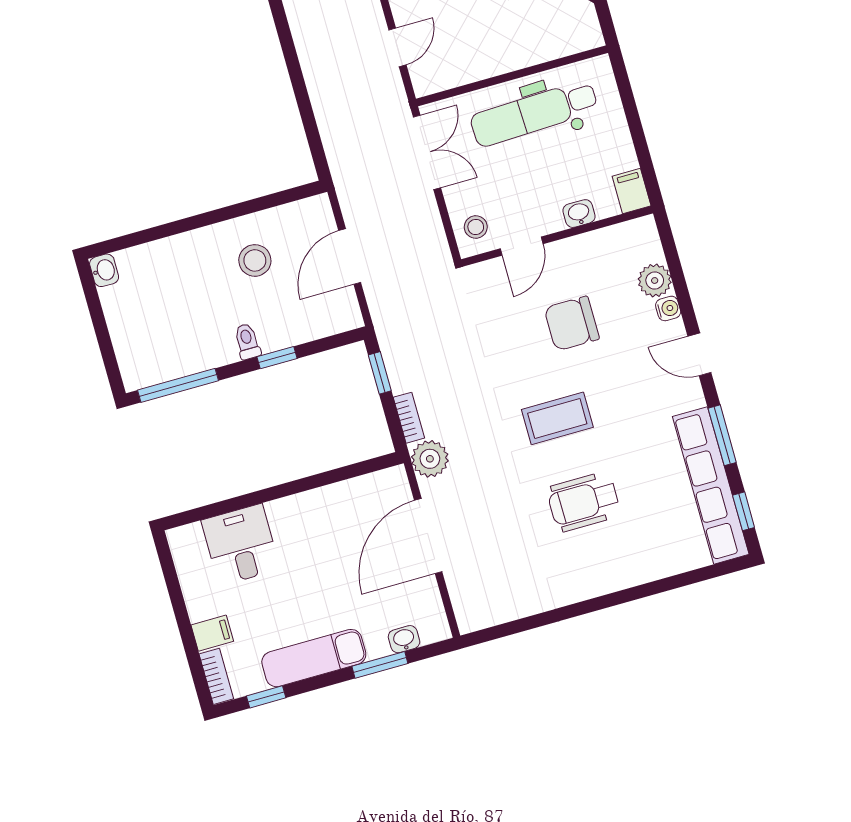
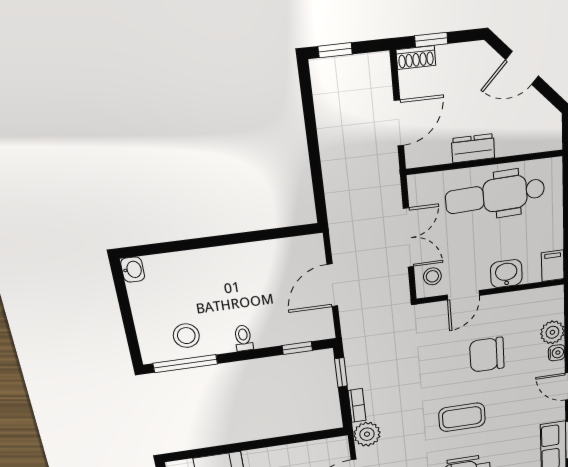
door: (397, 47) -> (399, 123), width x1.37
dresser: (494, 62) -> (473, 148), added
double door: (427, 152) -> (408, 238), moved
washbasin: (579, 214) -> (506, 274), width x1.38, depth x1.45
stool: (255, 260) -> (186, 336), moved
window: (277, 358) -> (297, 348), moved

